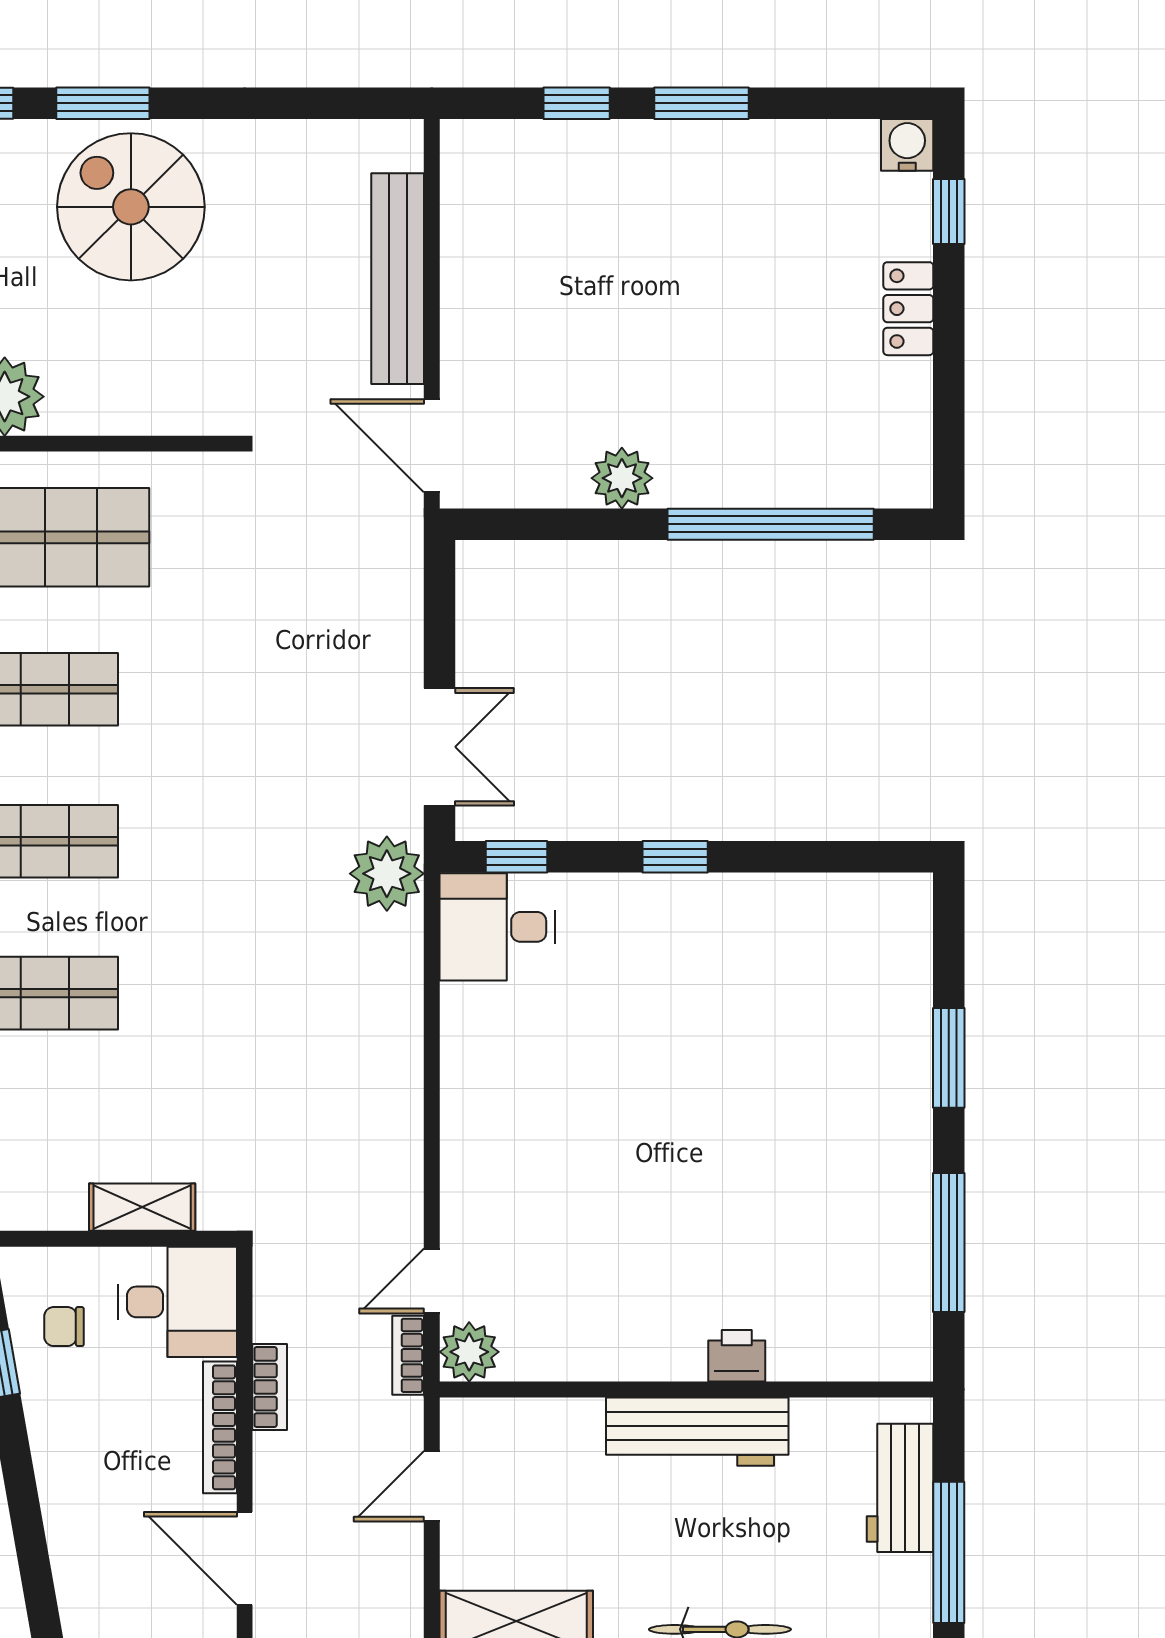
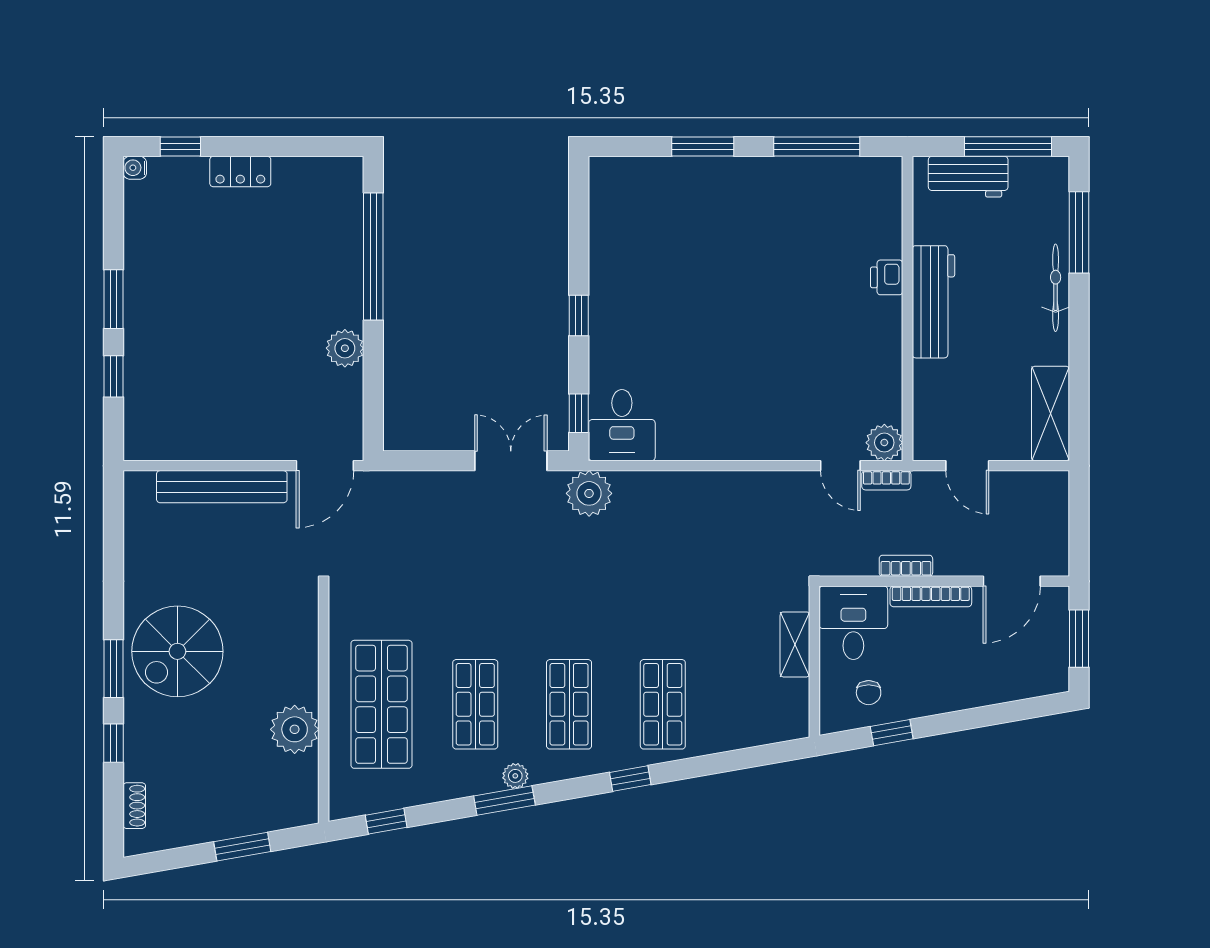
water cooler: (907, 145) -> (135, 168), width x0.72, depth x0.72

